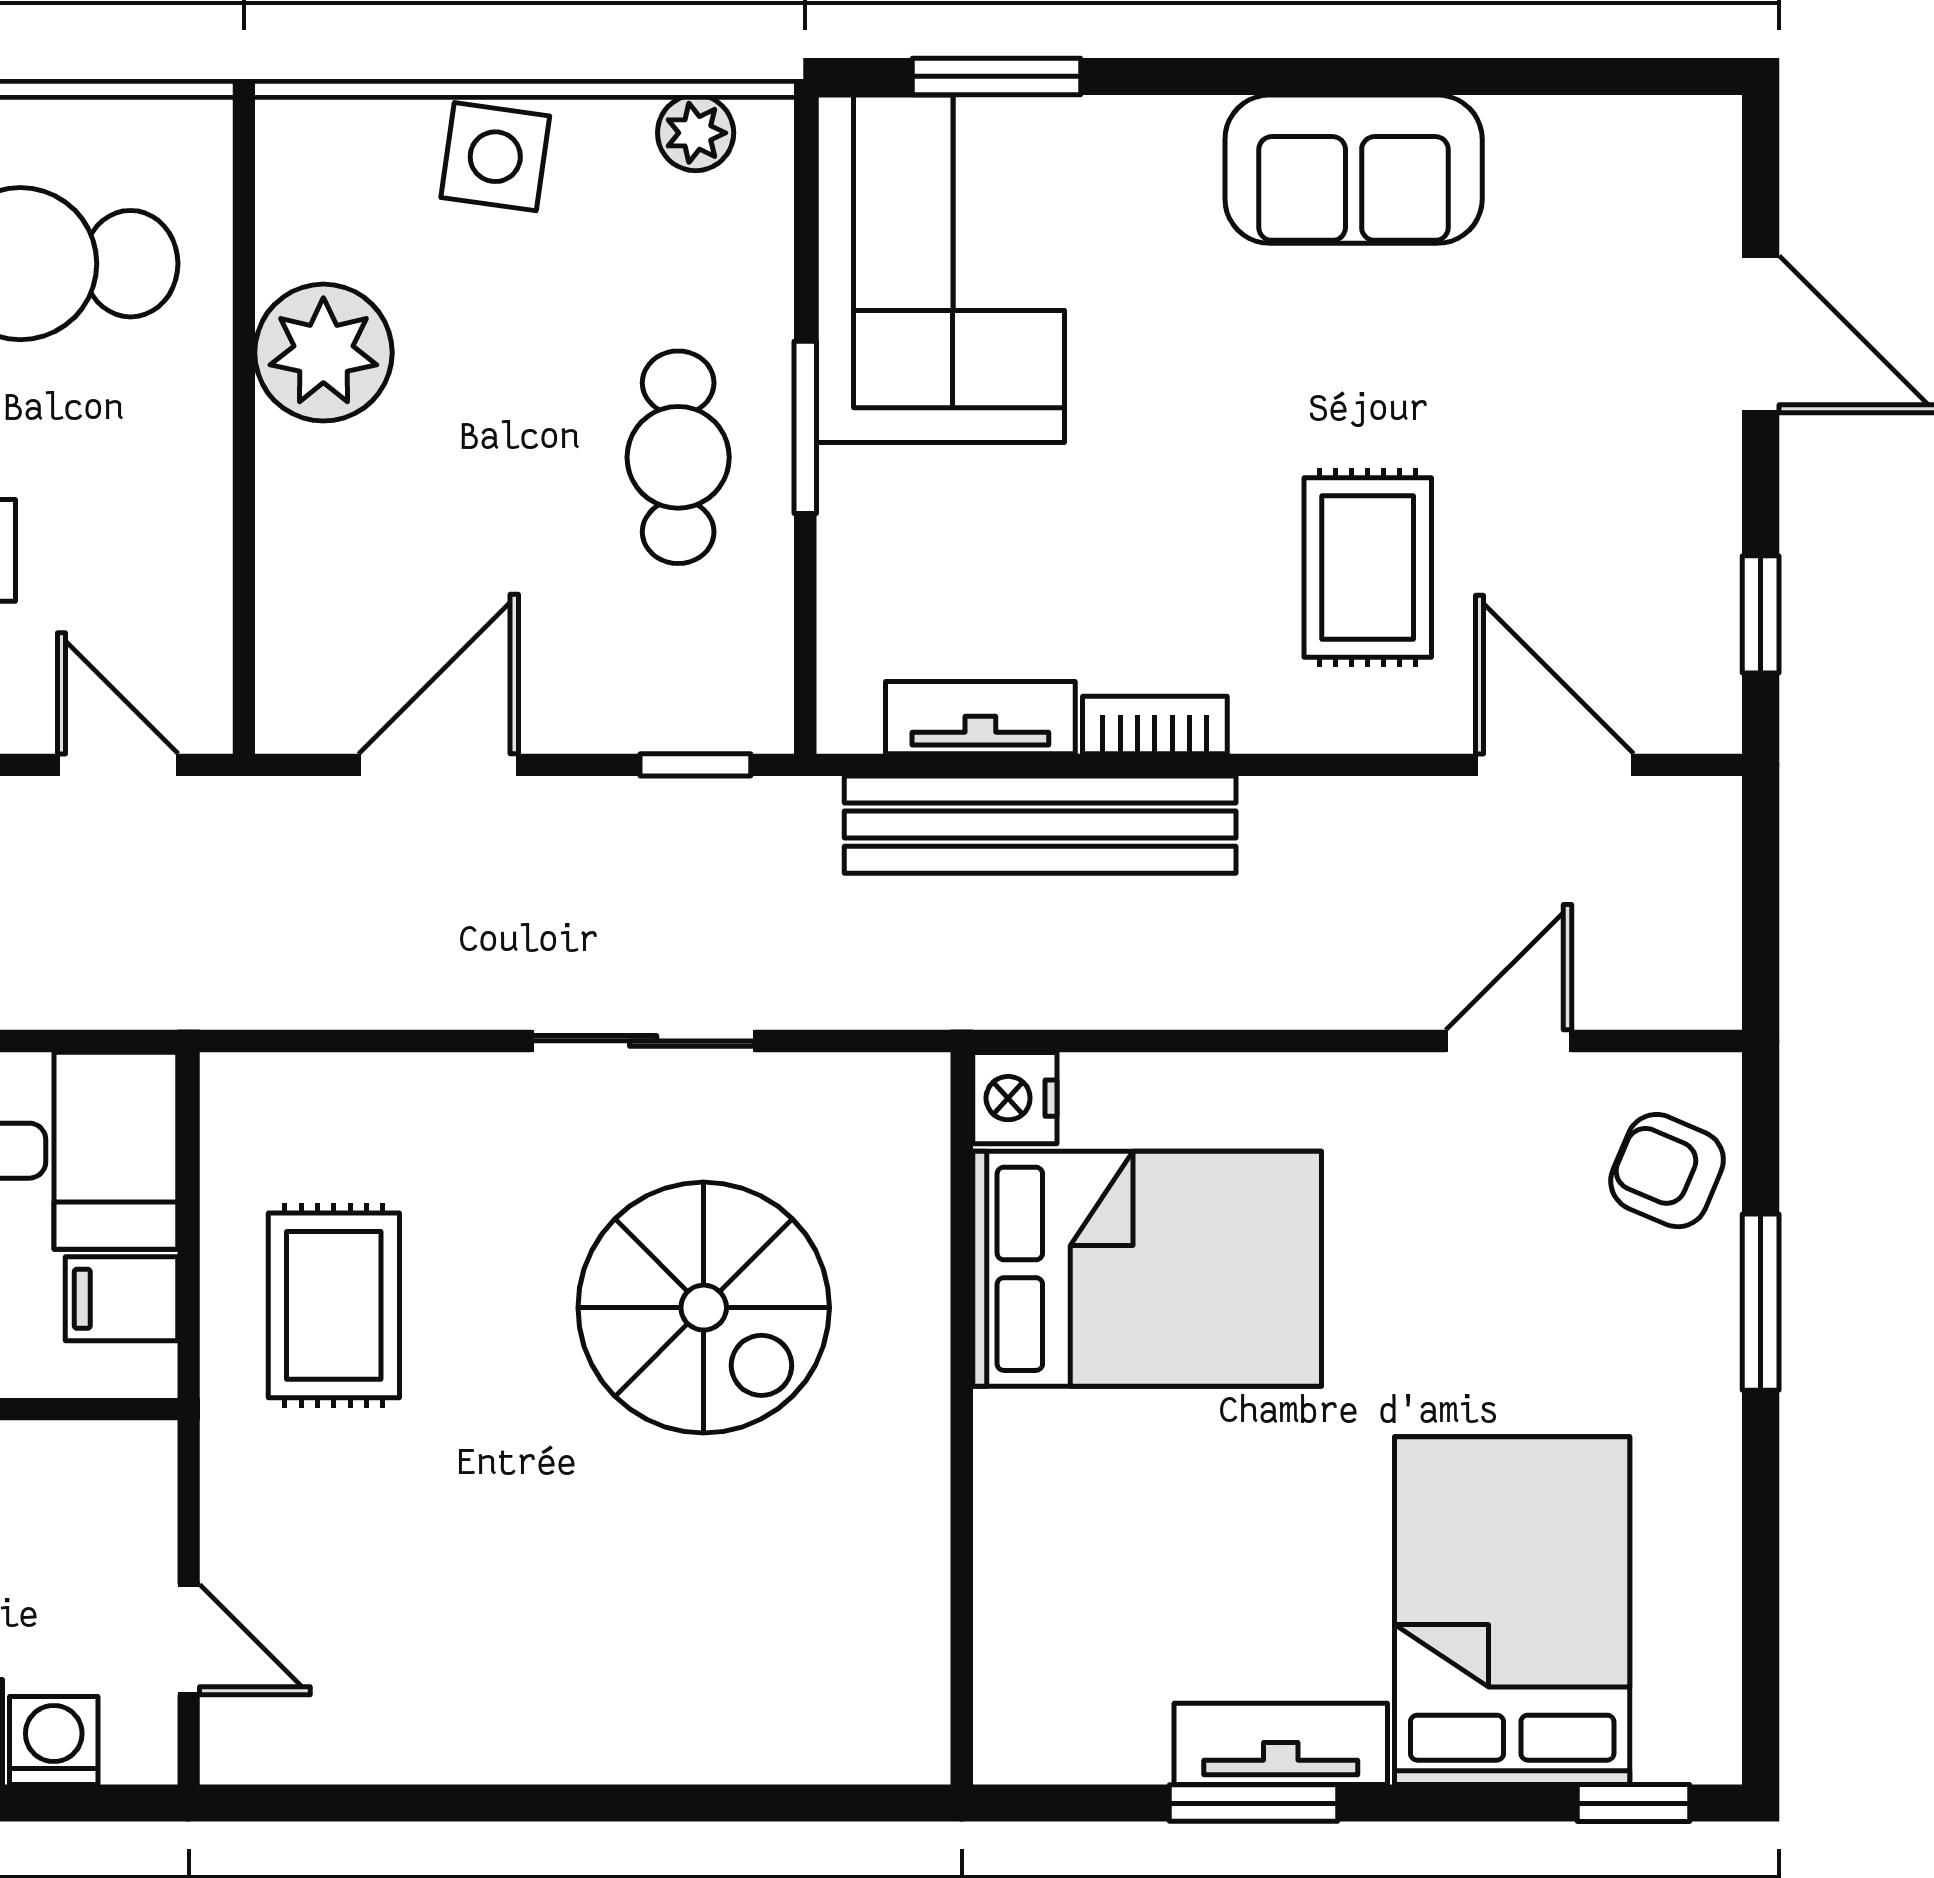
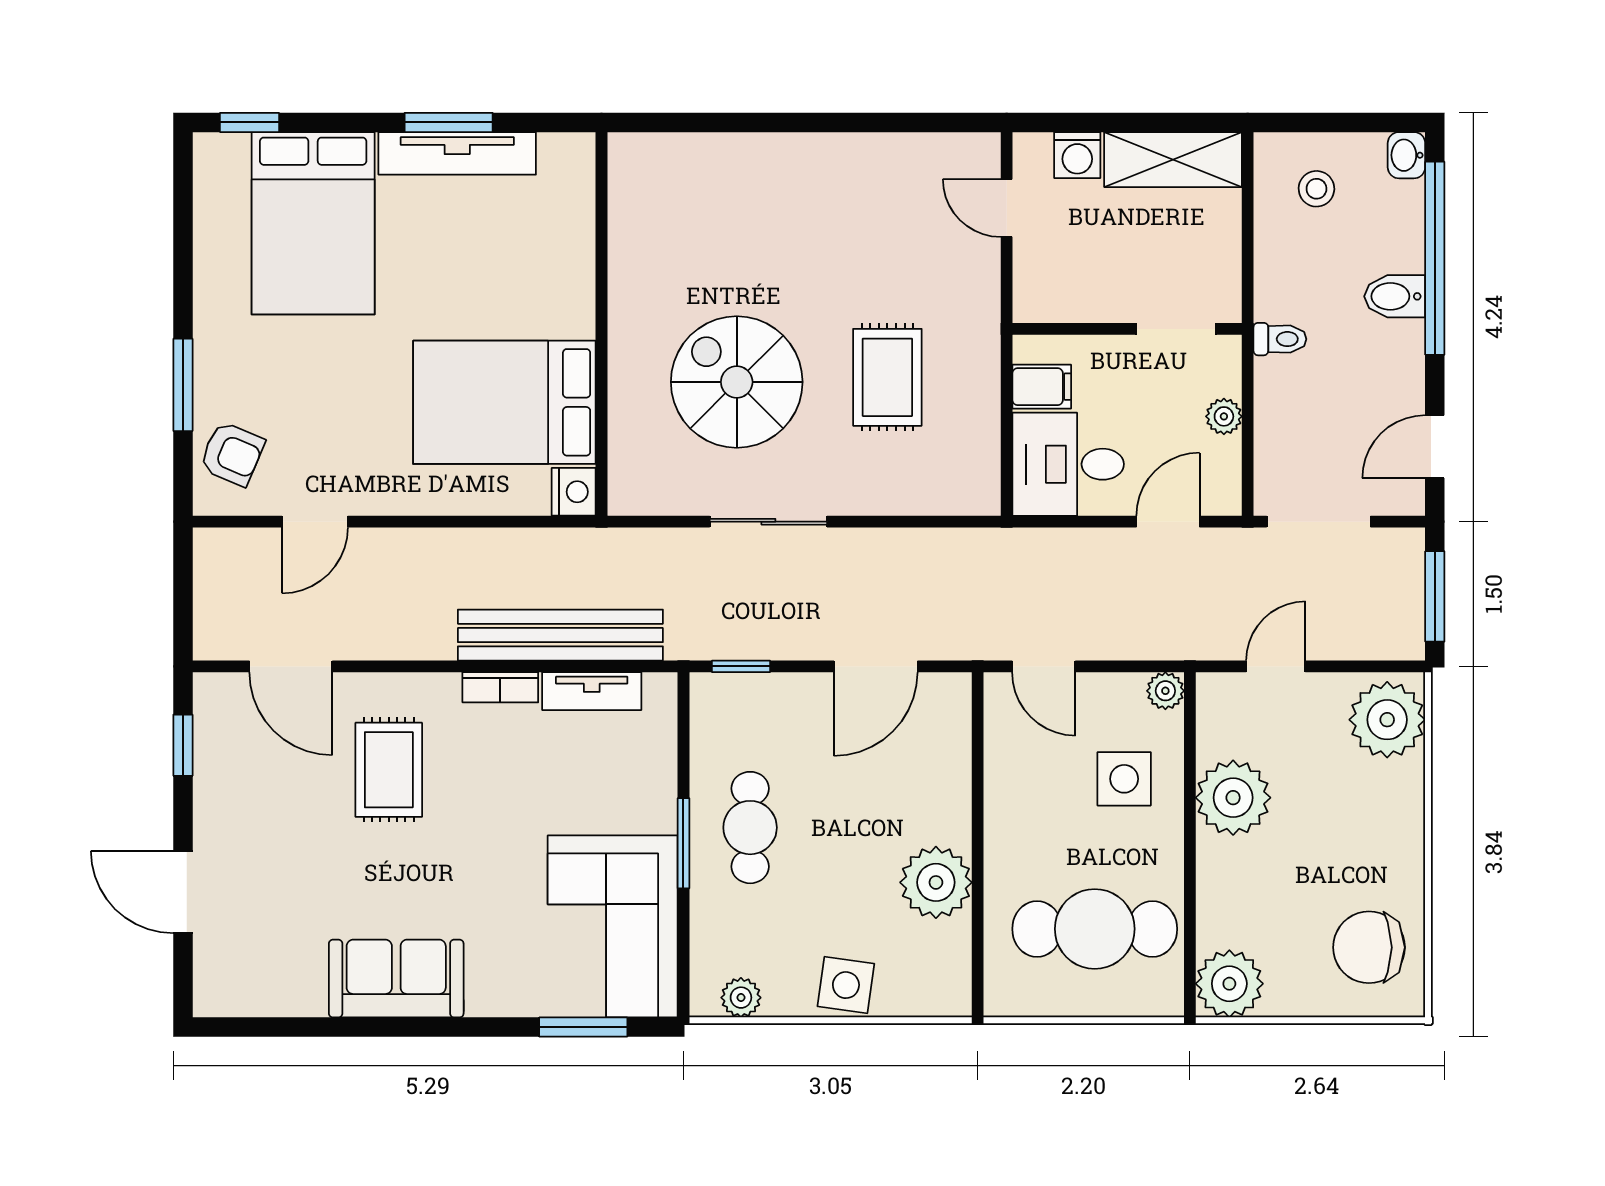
rug: (334, 1305) -> (887, 377), moved
tv unit: (1281, 1744) -> (457, 153), width x1.41

